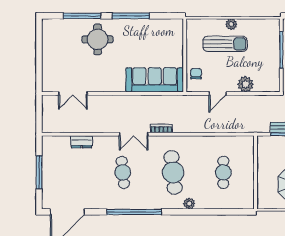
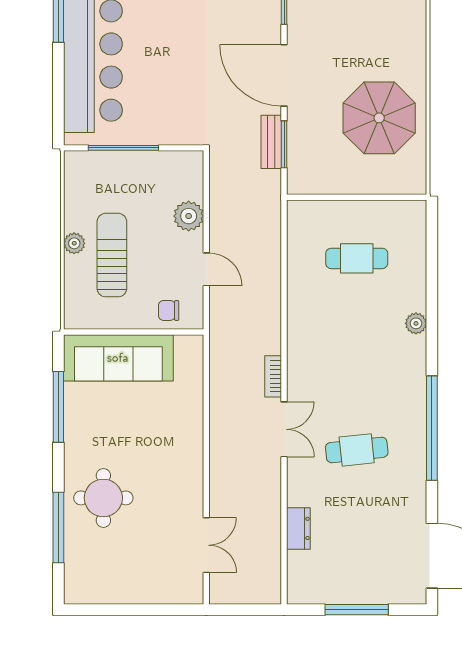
window: (131, 16) -> (58, 407), moved
sofa: (155, 80) -> (118, 358), moved, turned -90
cafe table: (173, 172) -> (357, 354), removed

